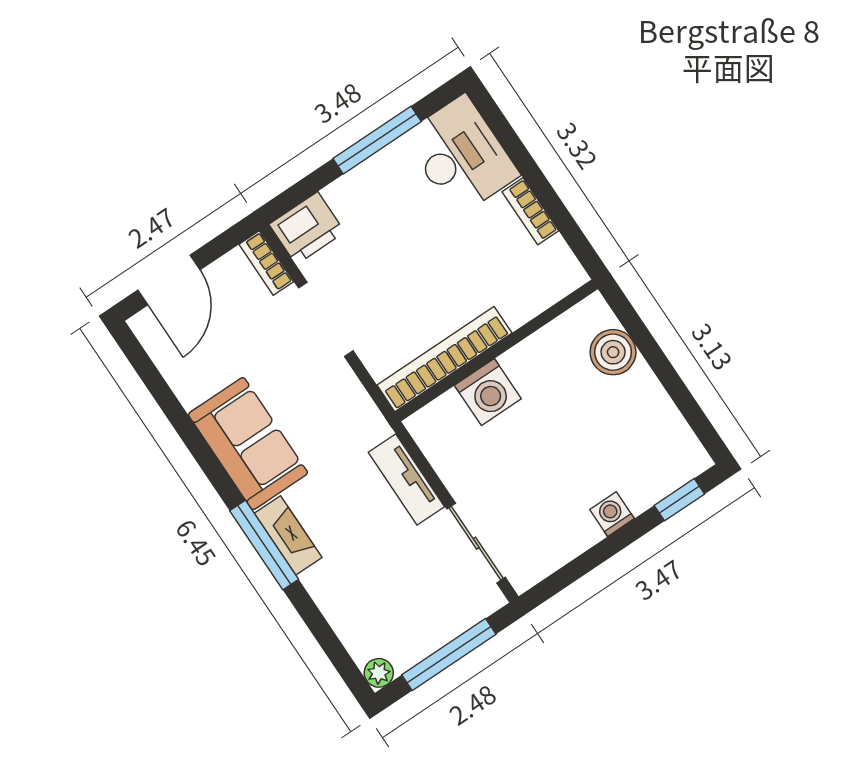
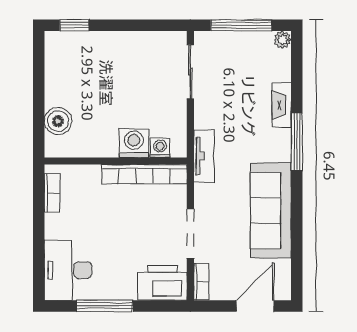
bookcase: (530, 211) -> (52, 193), moved
printer: (307, 228) -> (163, 283), width x1.37, depth x1.19
sofa: (248, 444) -> (271, 210), width x1.36
tv unit: (406, 479) -> (204, 156), moved
washing machine: (612, 514) -> (160, 148), moved, turned 180
fireplace: (288, 535) -> (282, 105), moved

